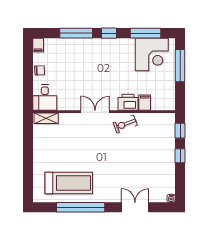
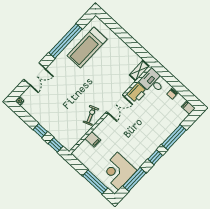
printer: (128, 102) -> (137, 93), moved

